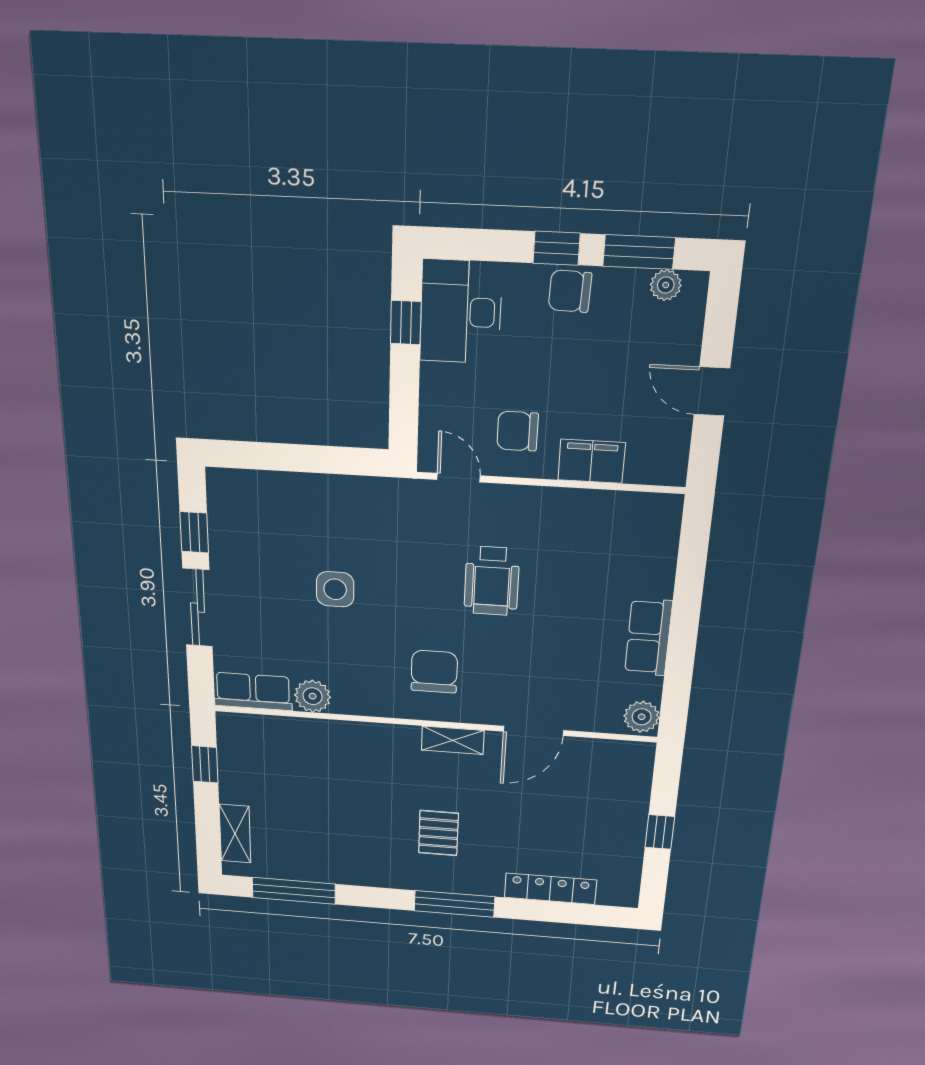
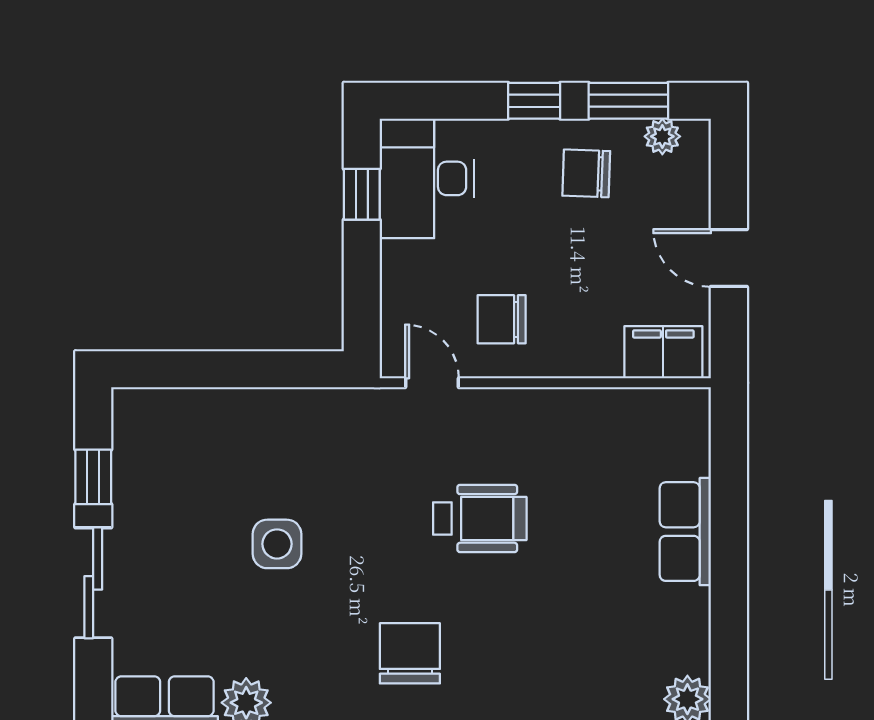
chair: (570, 291) -> (586, 173), moved
filing cabinet: (591, 461) -> (663, 352), moved
wheelchair: (492, 581) -> (480, 518), turned -90
row of seats: (648, 637) -> (685, 532), moved

